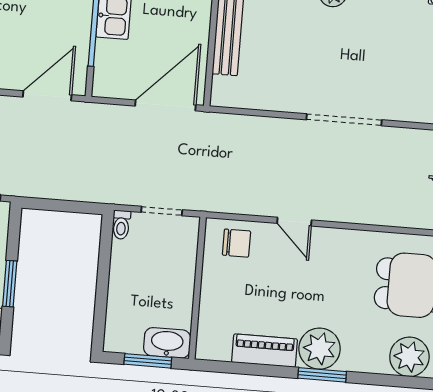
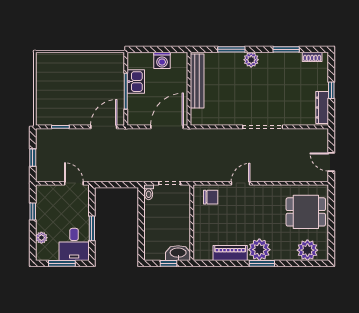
door: (294, 222) -> (240, 183), swing flipped
window: (148, 361) -> (169, 263), width x0.67

